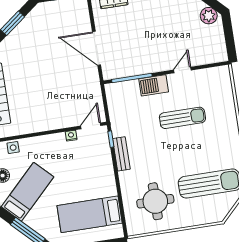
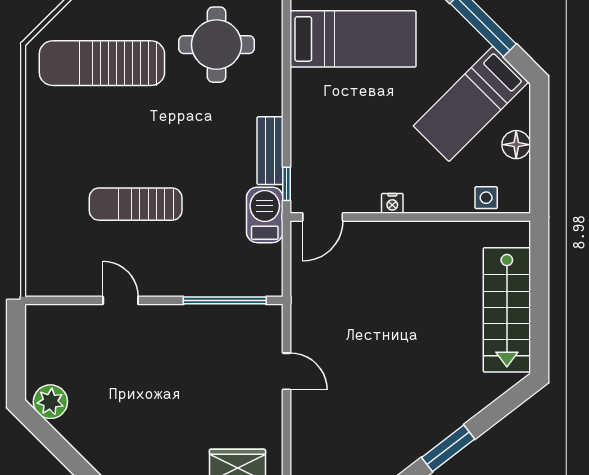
door: (97, 48) -> (287, 371), width x0.53
door: (182, 70) -> (121, 300), swing flipped
barbecue: (154, 85) -> (265, 215), moved, turned -90
nightstand: (71, 136) -> (392, 203), moved

